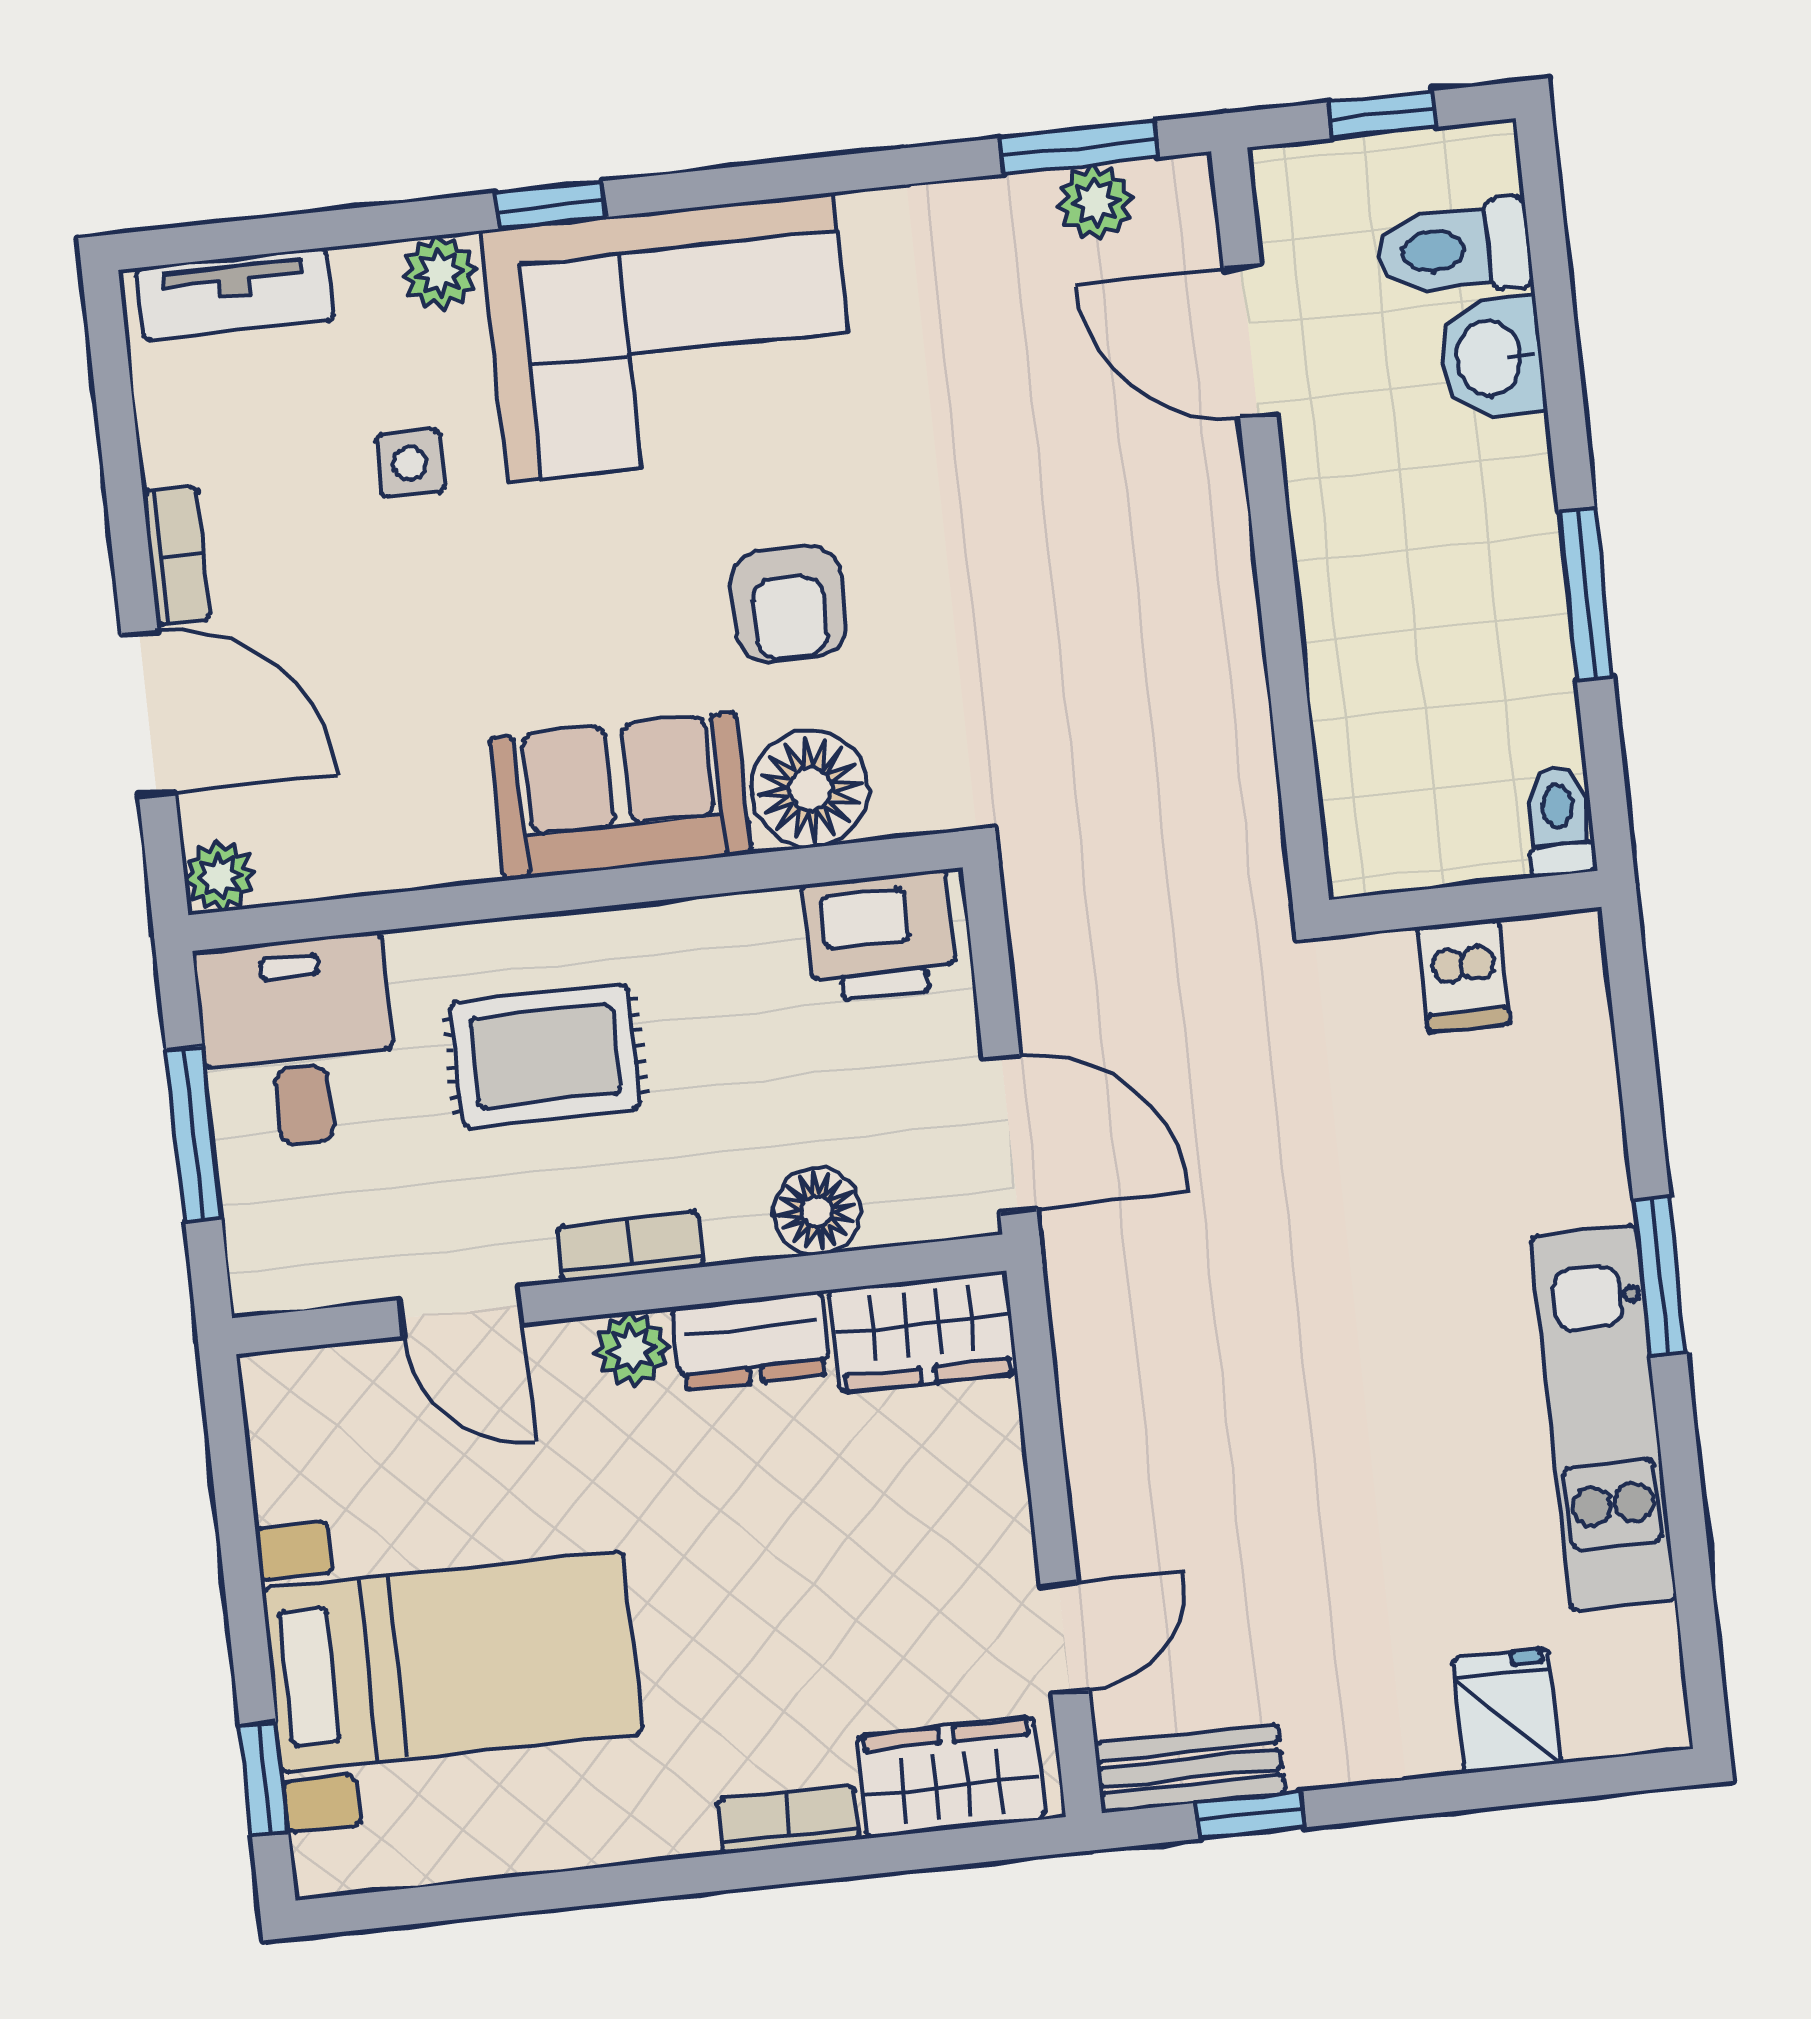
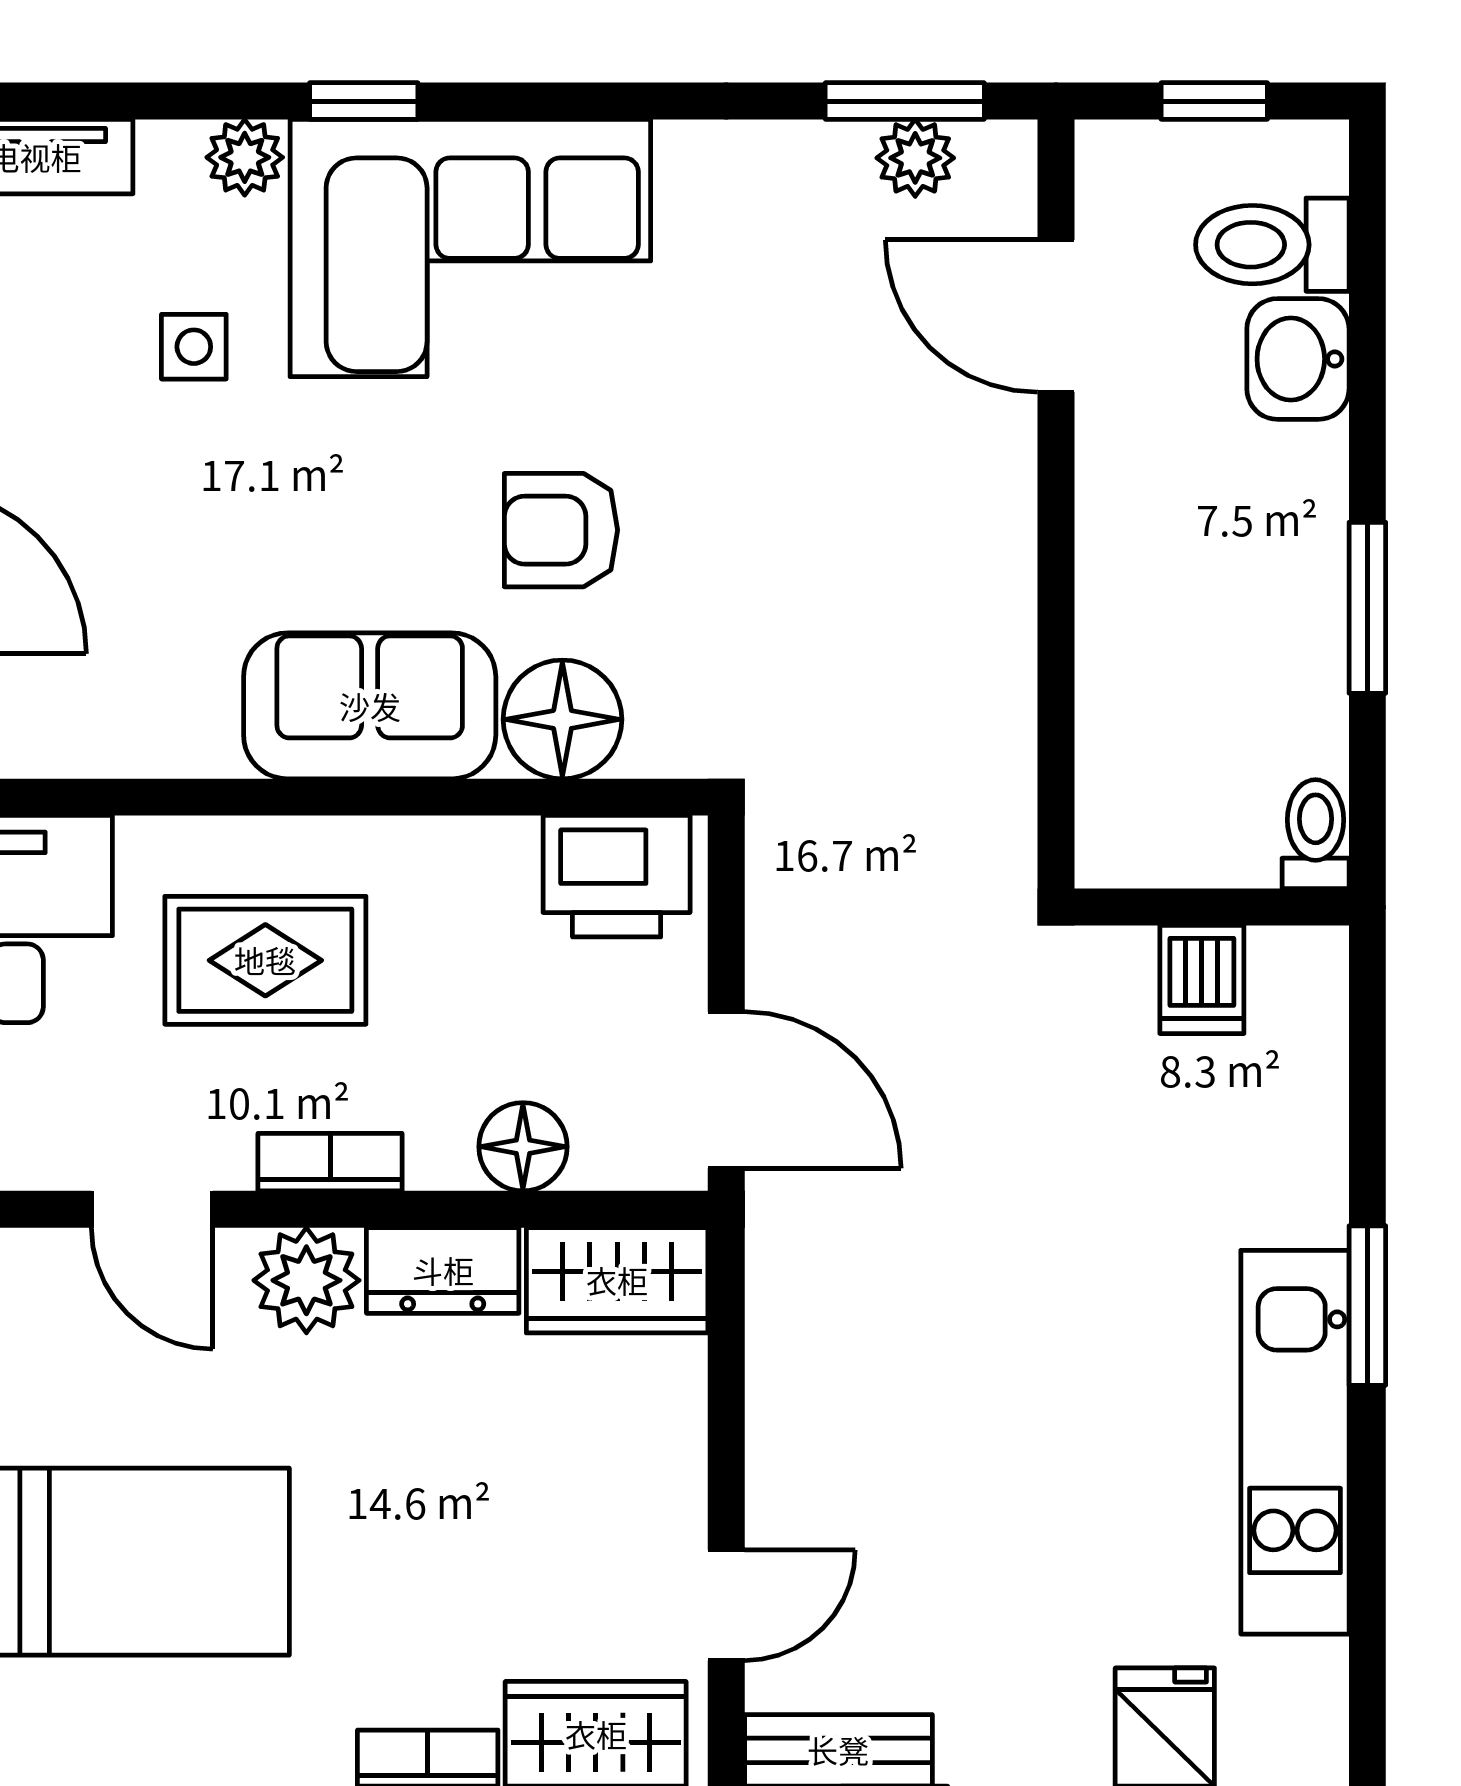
armchair: (789, 604) -> (561, 530), turned 90
plant: (632, 1349) -> (306, 1280), width x1.38, depth x1.38

